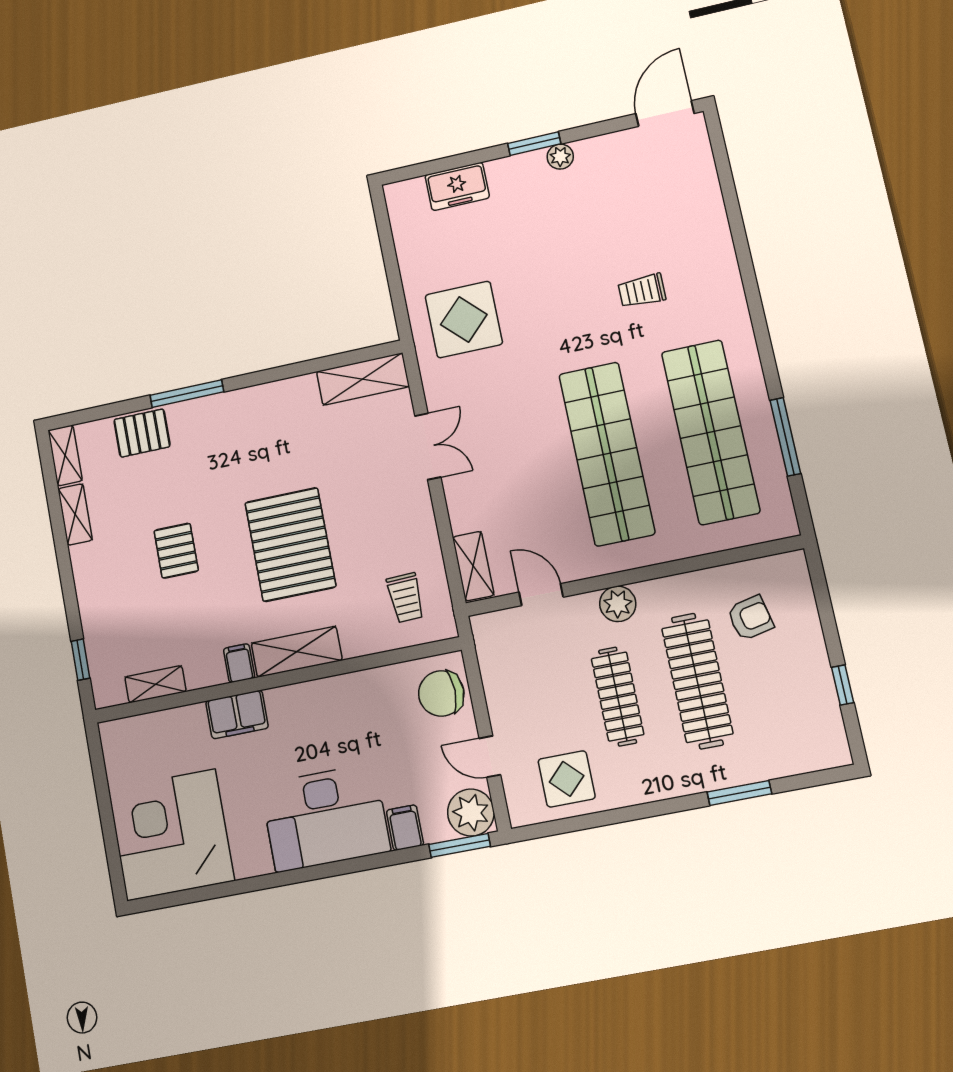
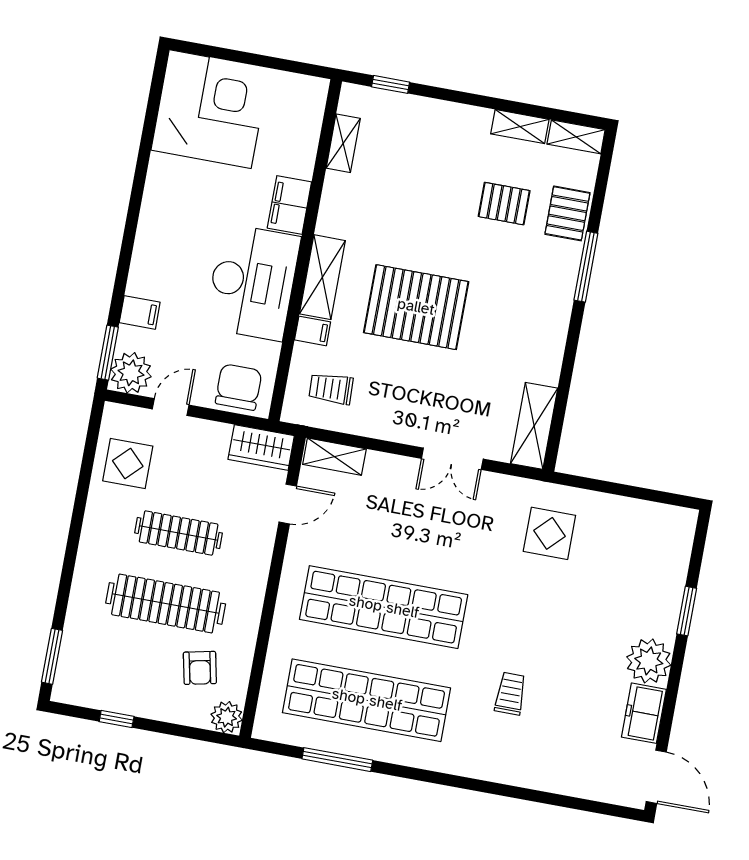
window: (534, 144) -> (687, 611), moved
plant: (560, 157) -> (649, 661), width x1.88, depth x1.88
freezer: (457, 186) -> (644, 713), moved
display table: (464, 320) -> (549, 533), width x0.73, depth x0.73
pallet: (176, 551) -> (504, 204), moved
plant: (618, 604) -> (227, 717), moved
wardrobe: (494, 645) -> (261, 447), added
filing cabinet: (239, 663) -> (313, 331), moved
window: (739, 793) -> (52, 656), moved
desk: (325, 818) -> (253, 282), moved, turned 180

